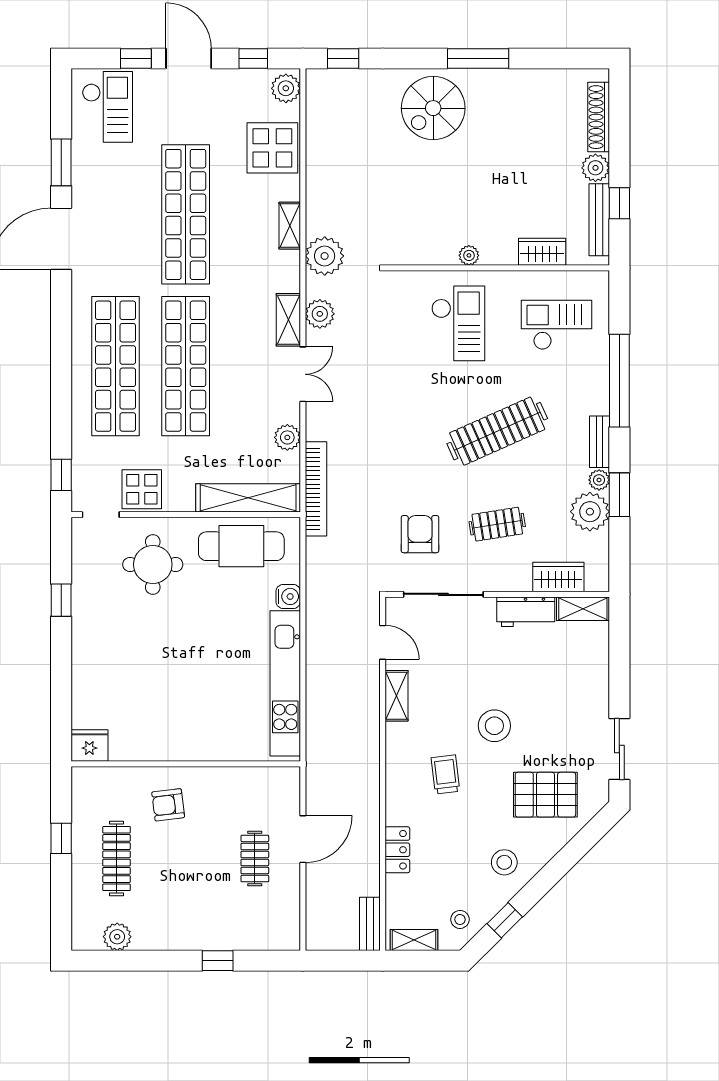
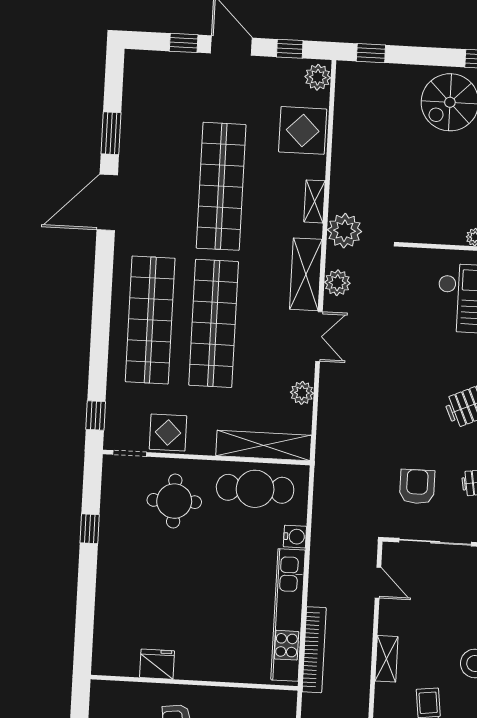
checkout: (107, 107) -> (156, 85), removed
shelving: (288, 320) -> (306, 274), width x1.50, depth x1.33
bookcase: (316, 489) -> (314, 650), moved
shelving: (396, 696) -> (386, 659), moved
fridge: (89, 745) -> (157, 664), moved

